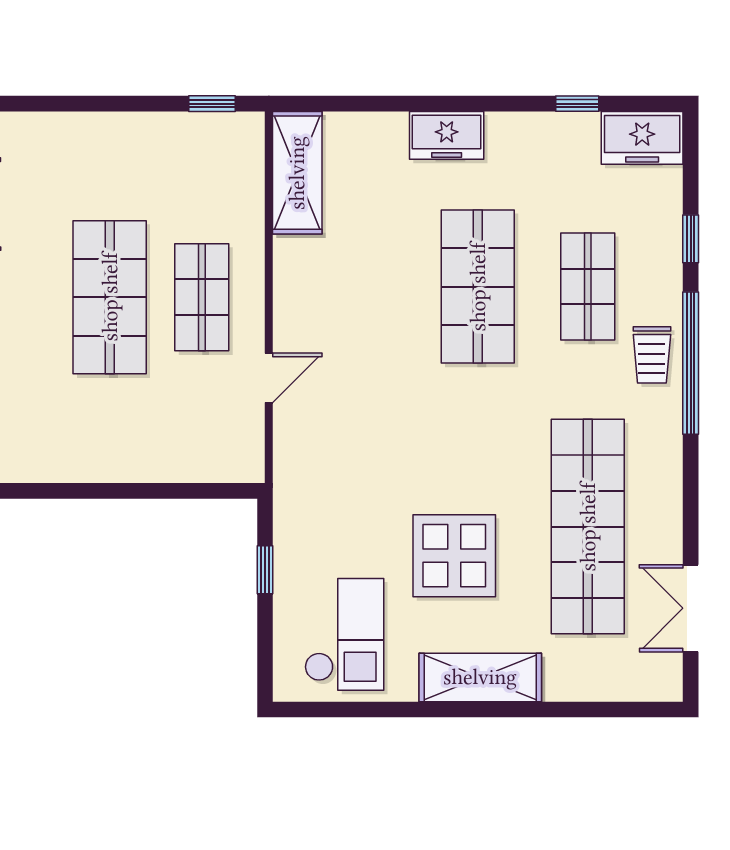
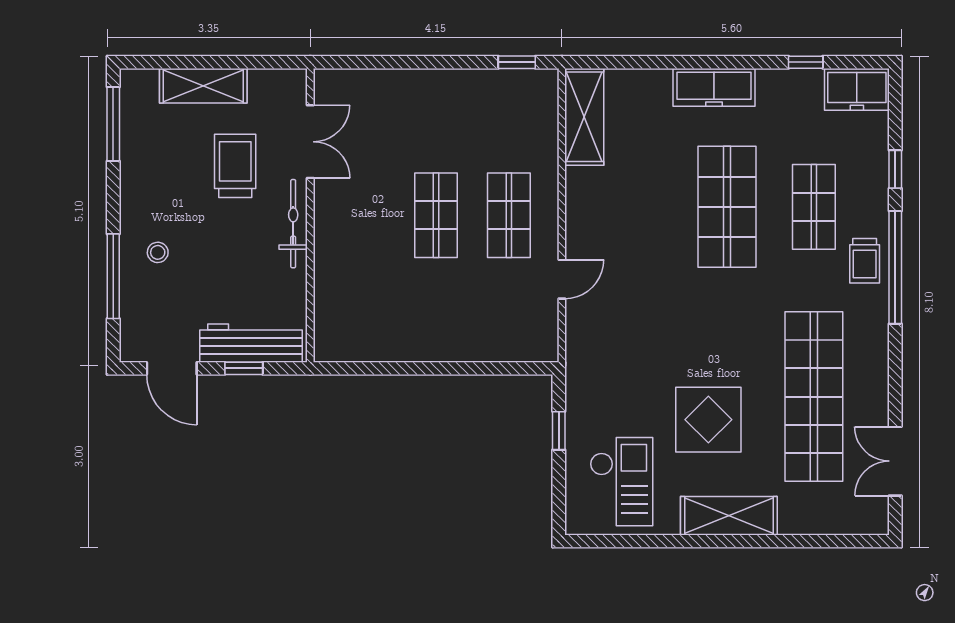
freezer: (447, 135) -> (714, 87), width x1.40
shop shelf: (110, 297) -> (436, 215), width x0.70, depth x0.74

